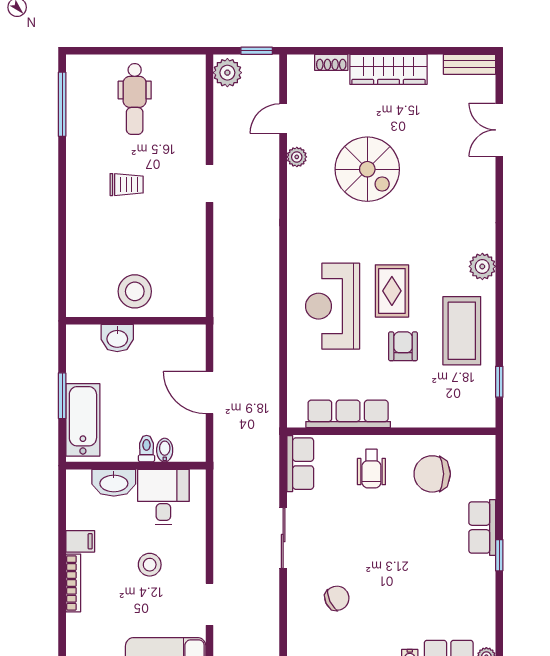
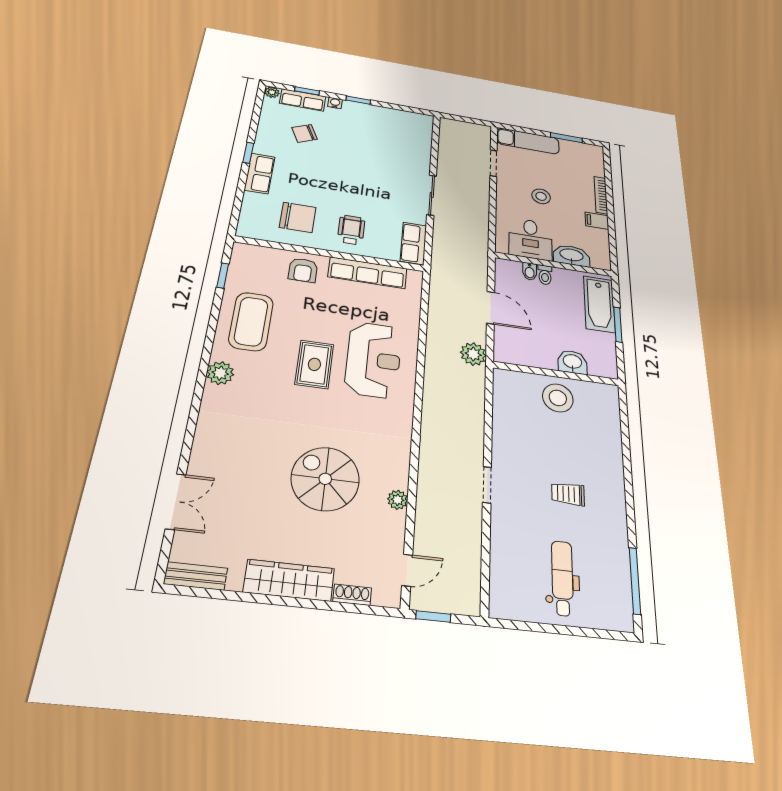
plant: (227, 73) -> (473, 354), moved
door: (283, 119) -> (407, 570), moved
armchair: (403, 346) -> (303, 270), moved
chair: (337, 598) -> (305, 133), moved

